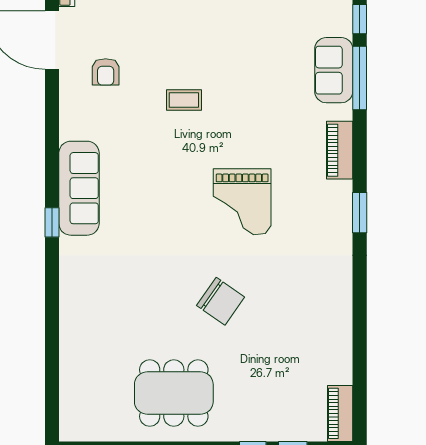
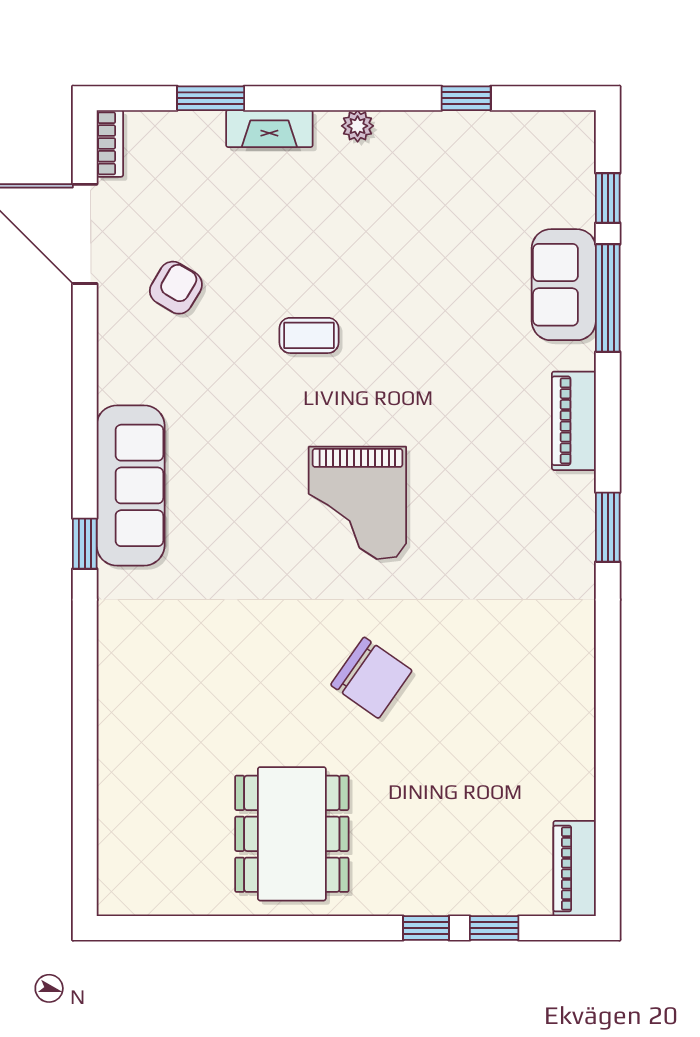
armchair: (106, 72) -> (176, 288), turned -149
grand piano: (242, 202) -> (357, 503), moved
dining table: (174, 393) -> (292, 834), turned 90

